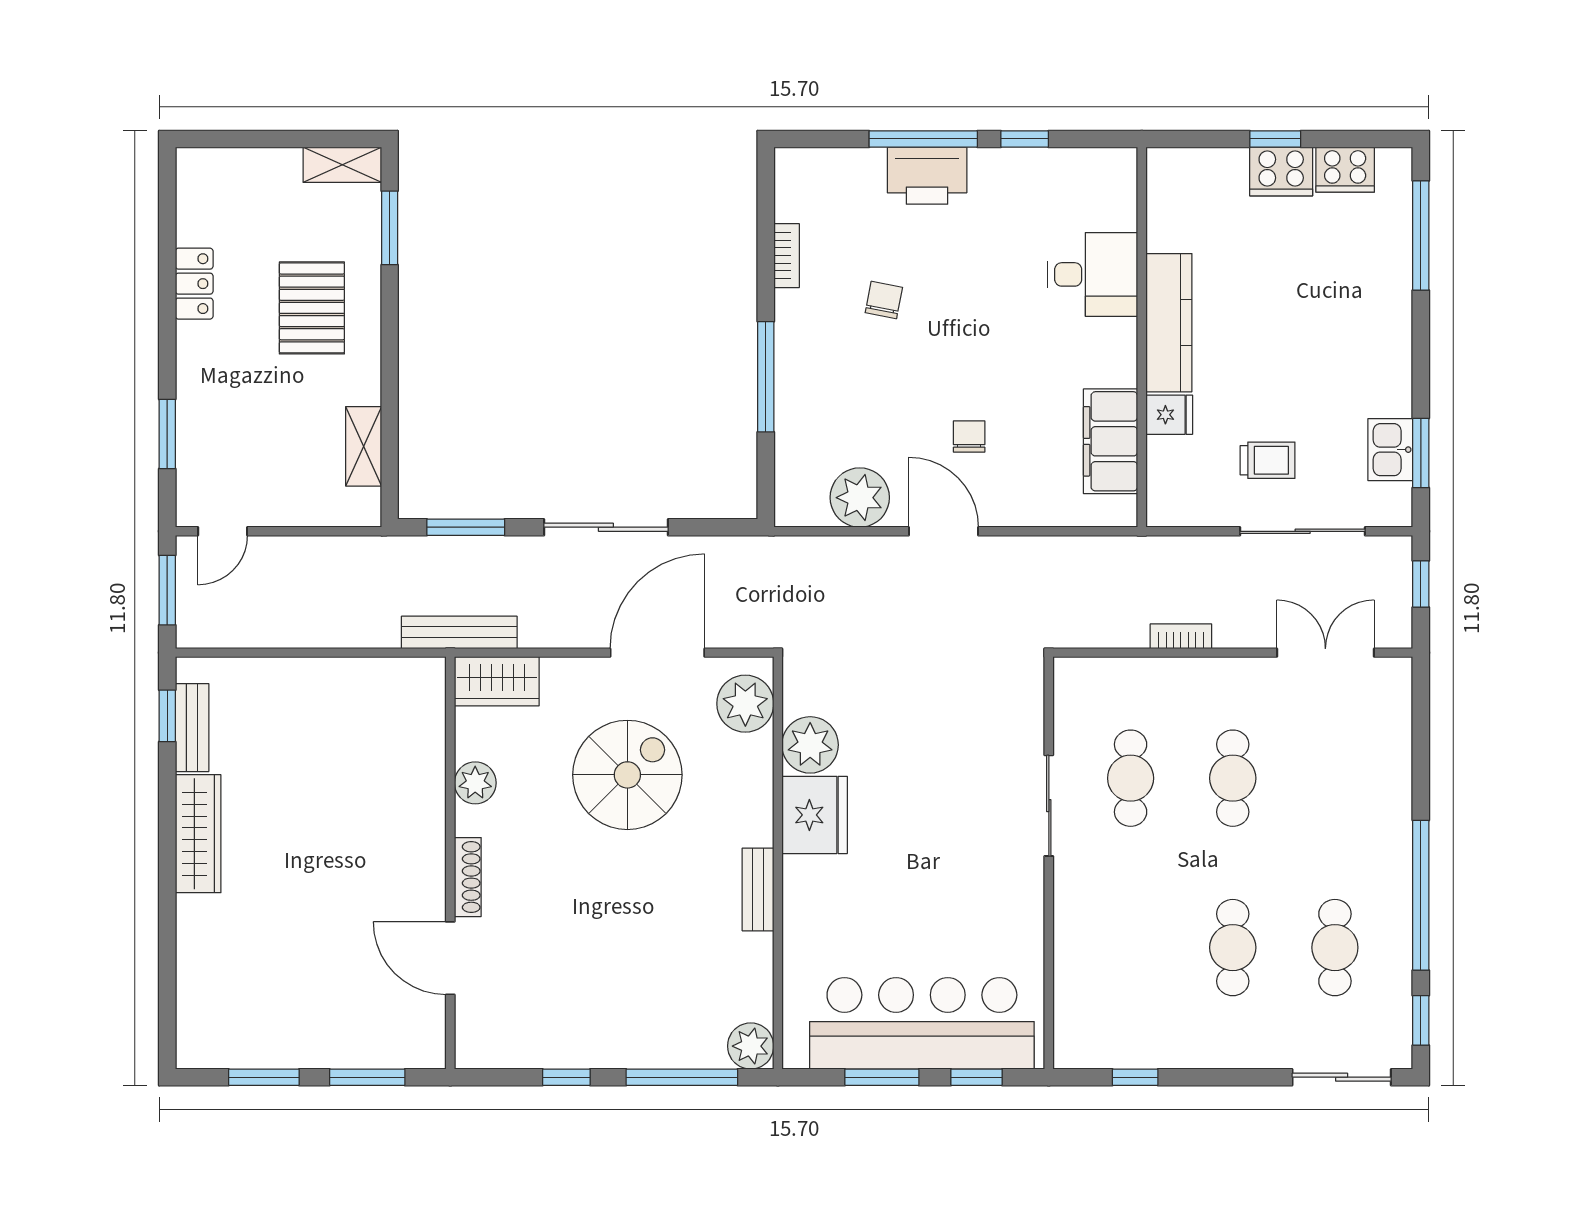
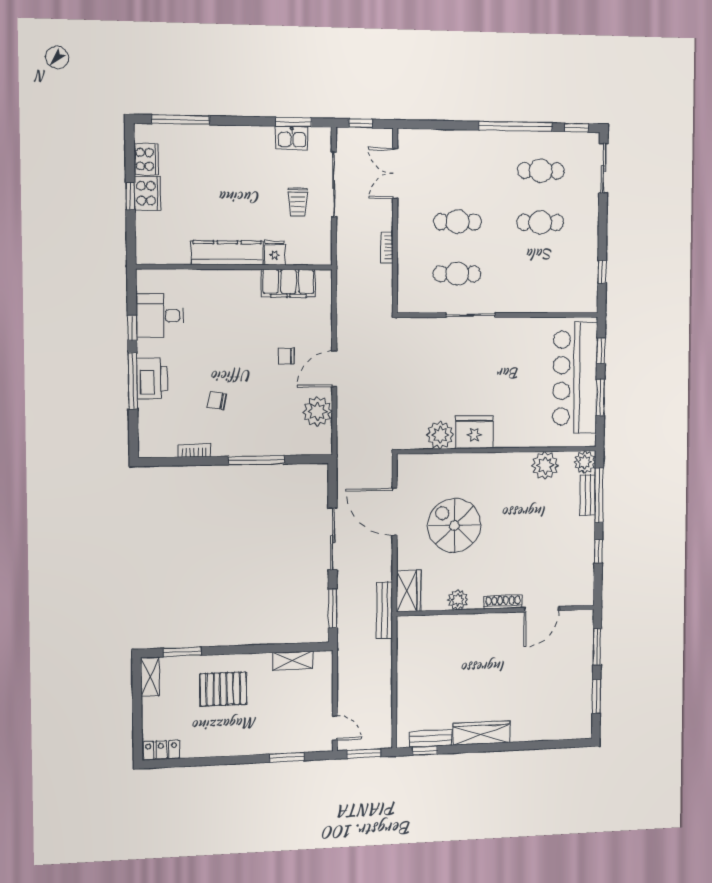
desk: (1093, 274) -> (160, 316), moved, turned -90
locker: (194, 284) -> (161, 750), moved
trolley: (1268, 460) -> (298, 202), turned 180
plant: (745, 704) -> (545, 465), moved
bench: (758, 889) -> (588, 495), moved, turned 90

